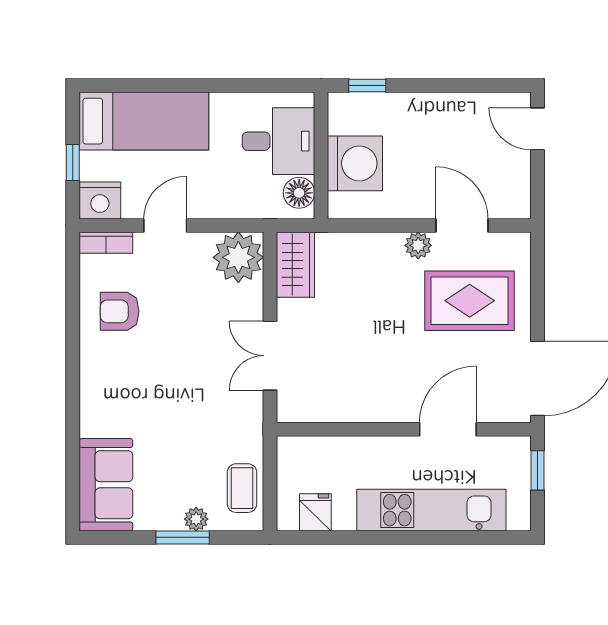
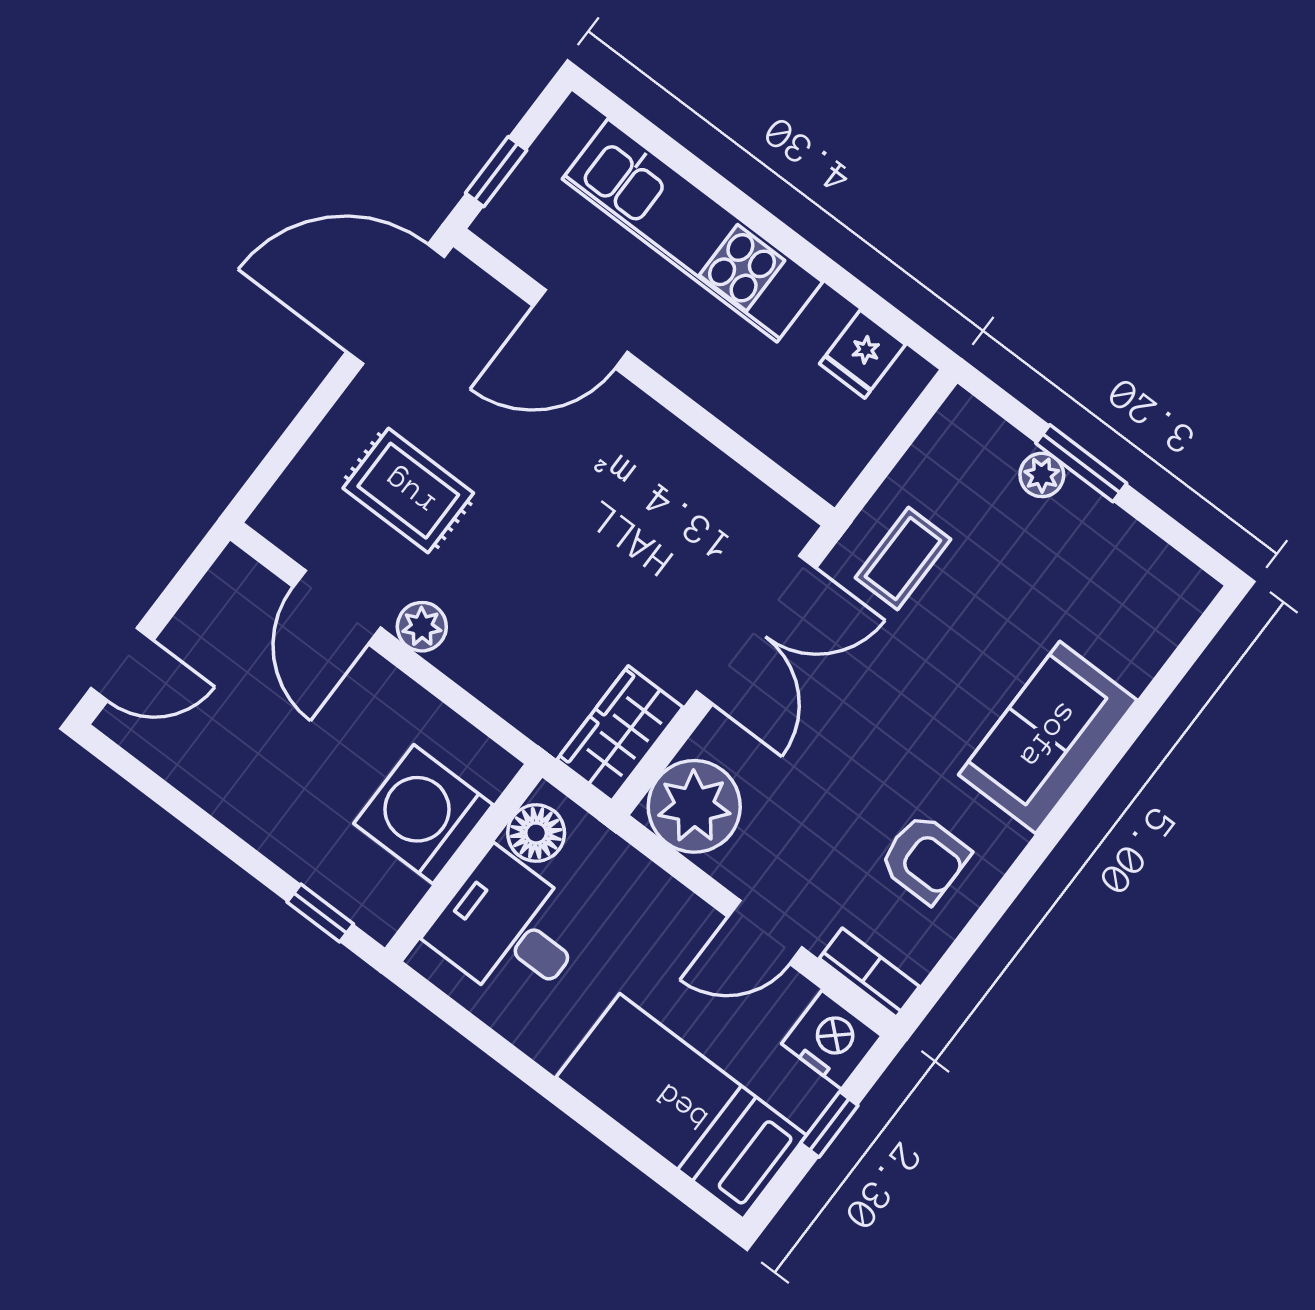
door: (537, 129) -> (122, 664), hinge flipped
rug: (470, 301) -> (408, 491), width x0.73, depth x0.70
double door: (270, 356) -> (756, 630), width x1.37
sofa: (106, 485) -> (1048, 737), moved
coffee table: (242, 488) -> (903, 559), moved

